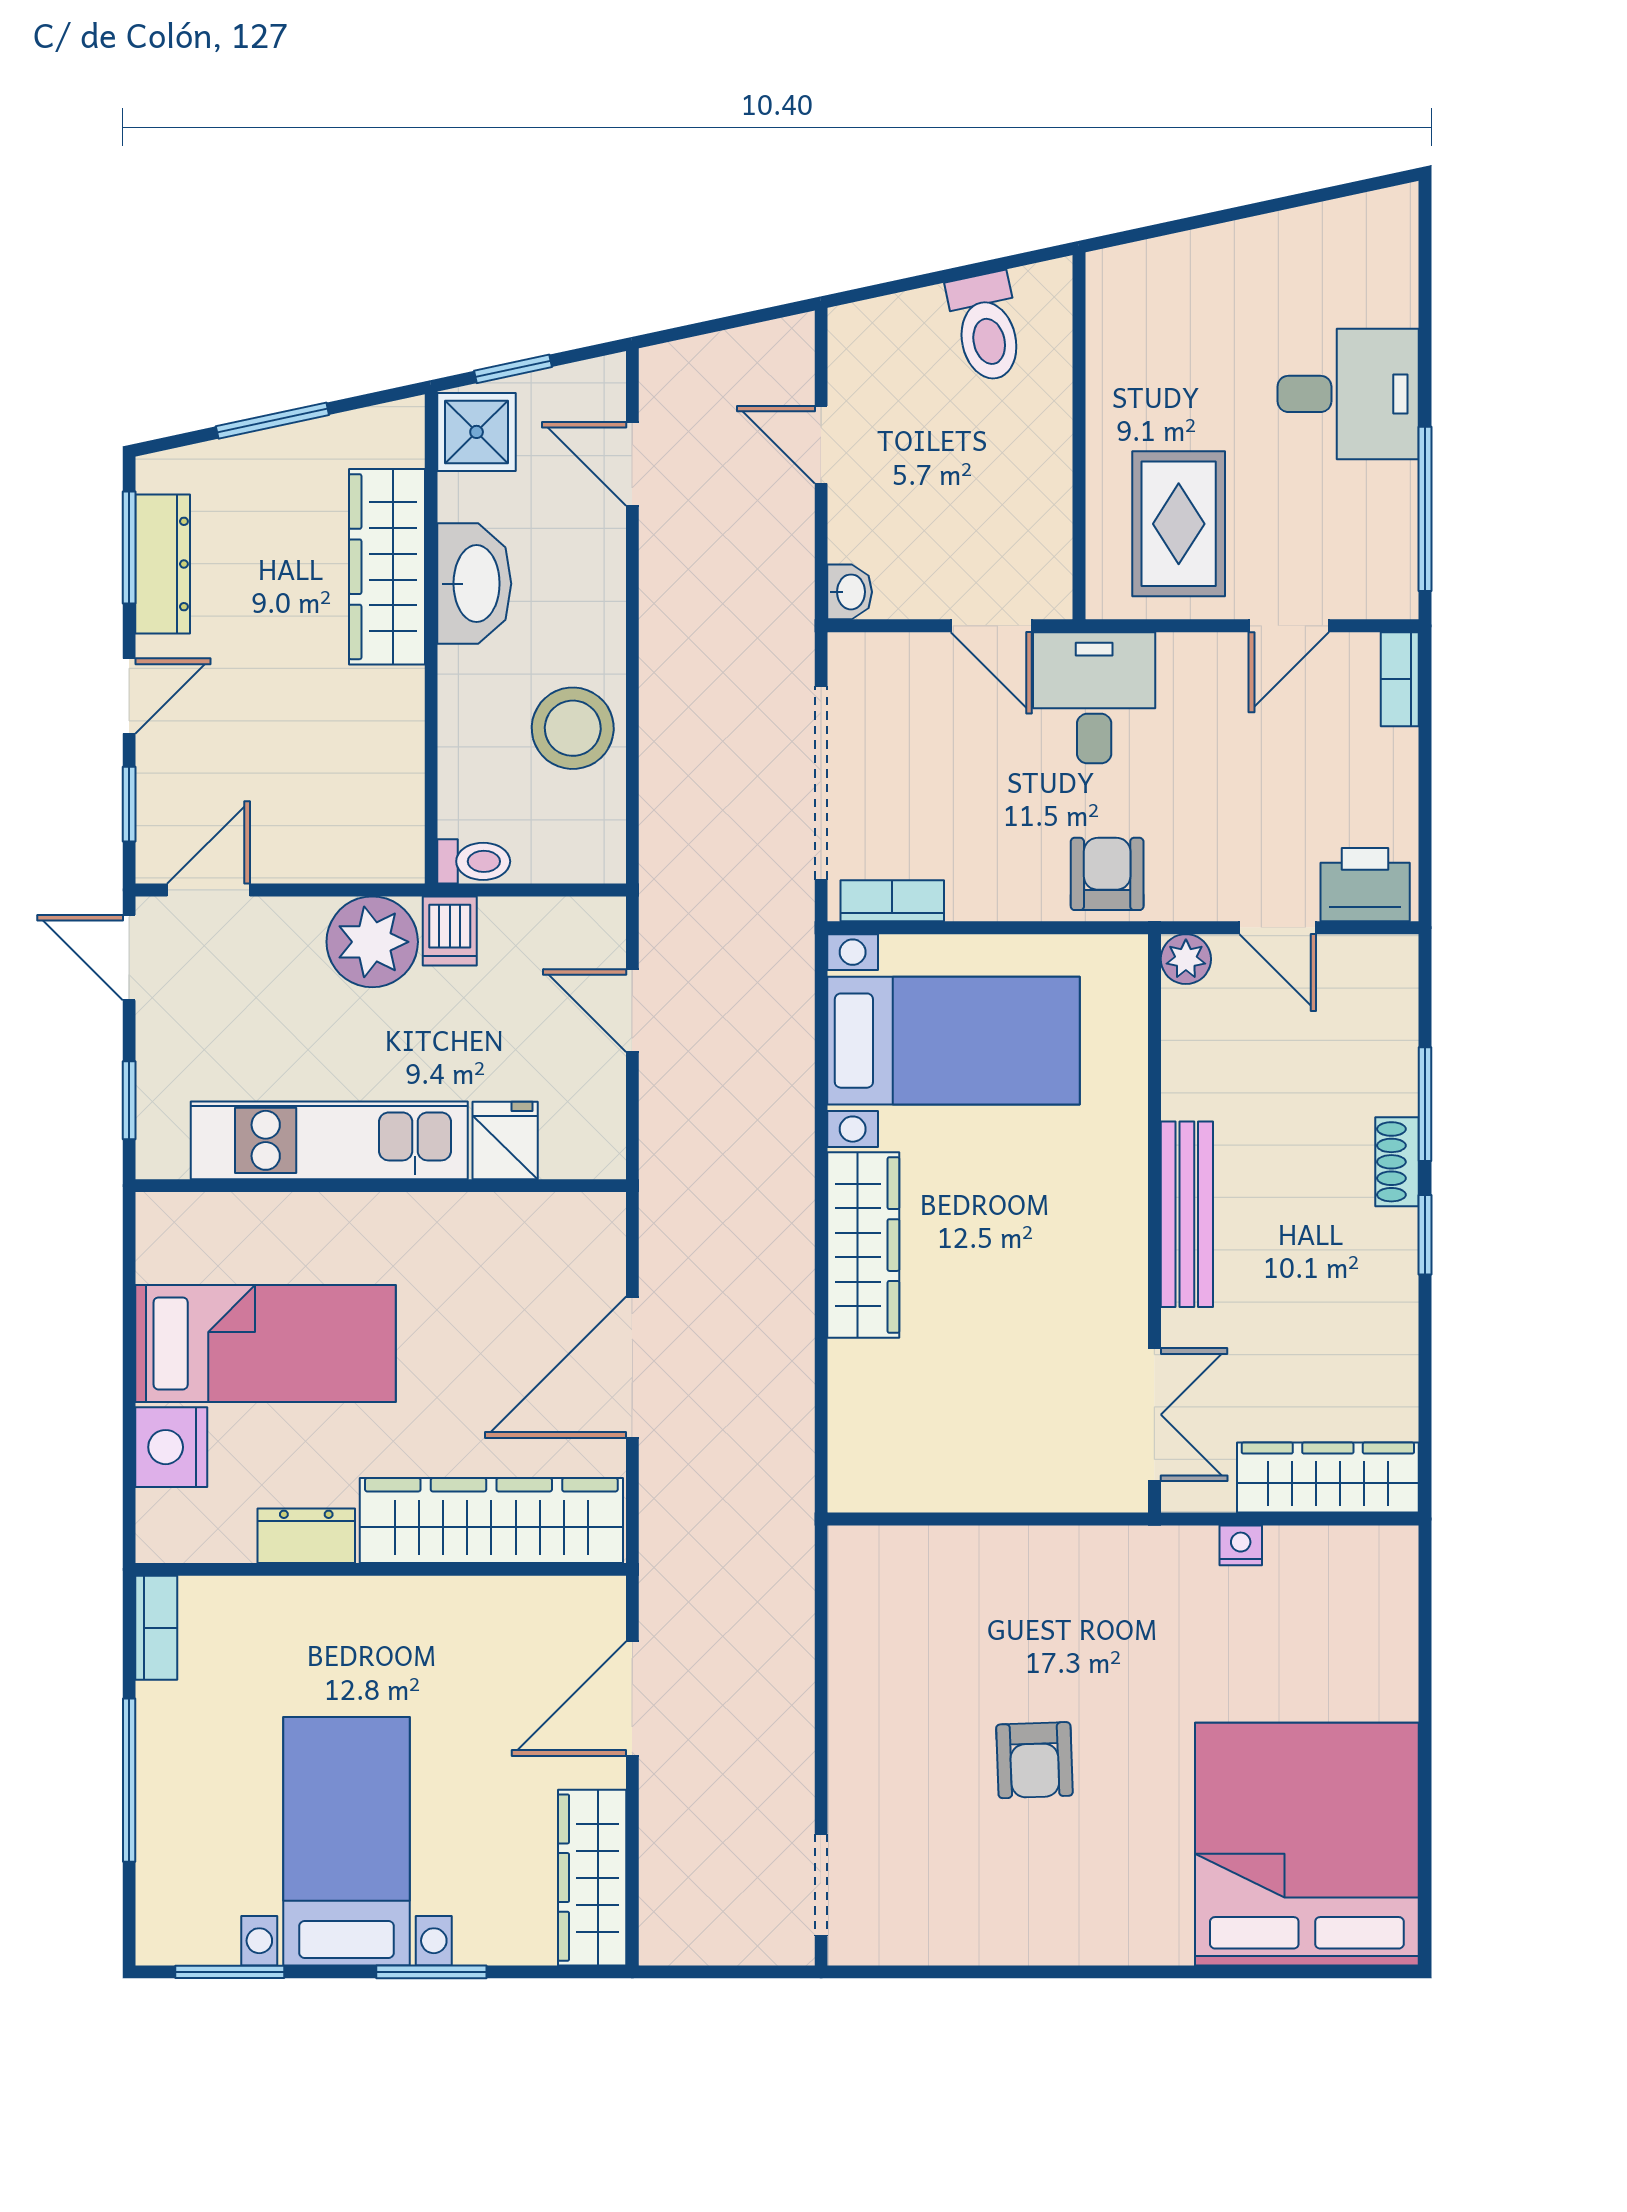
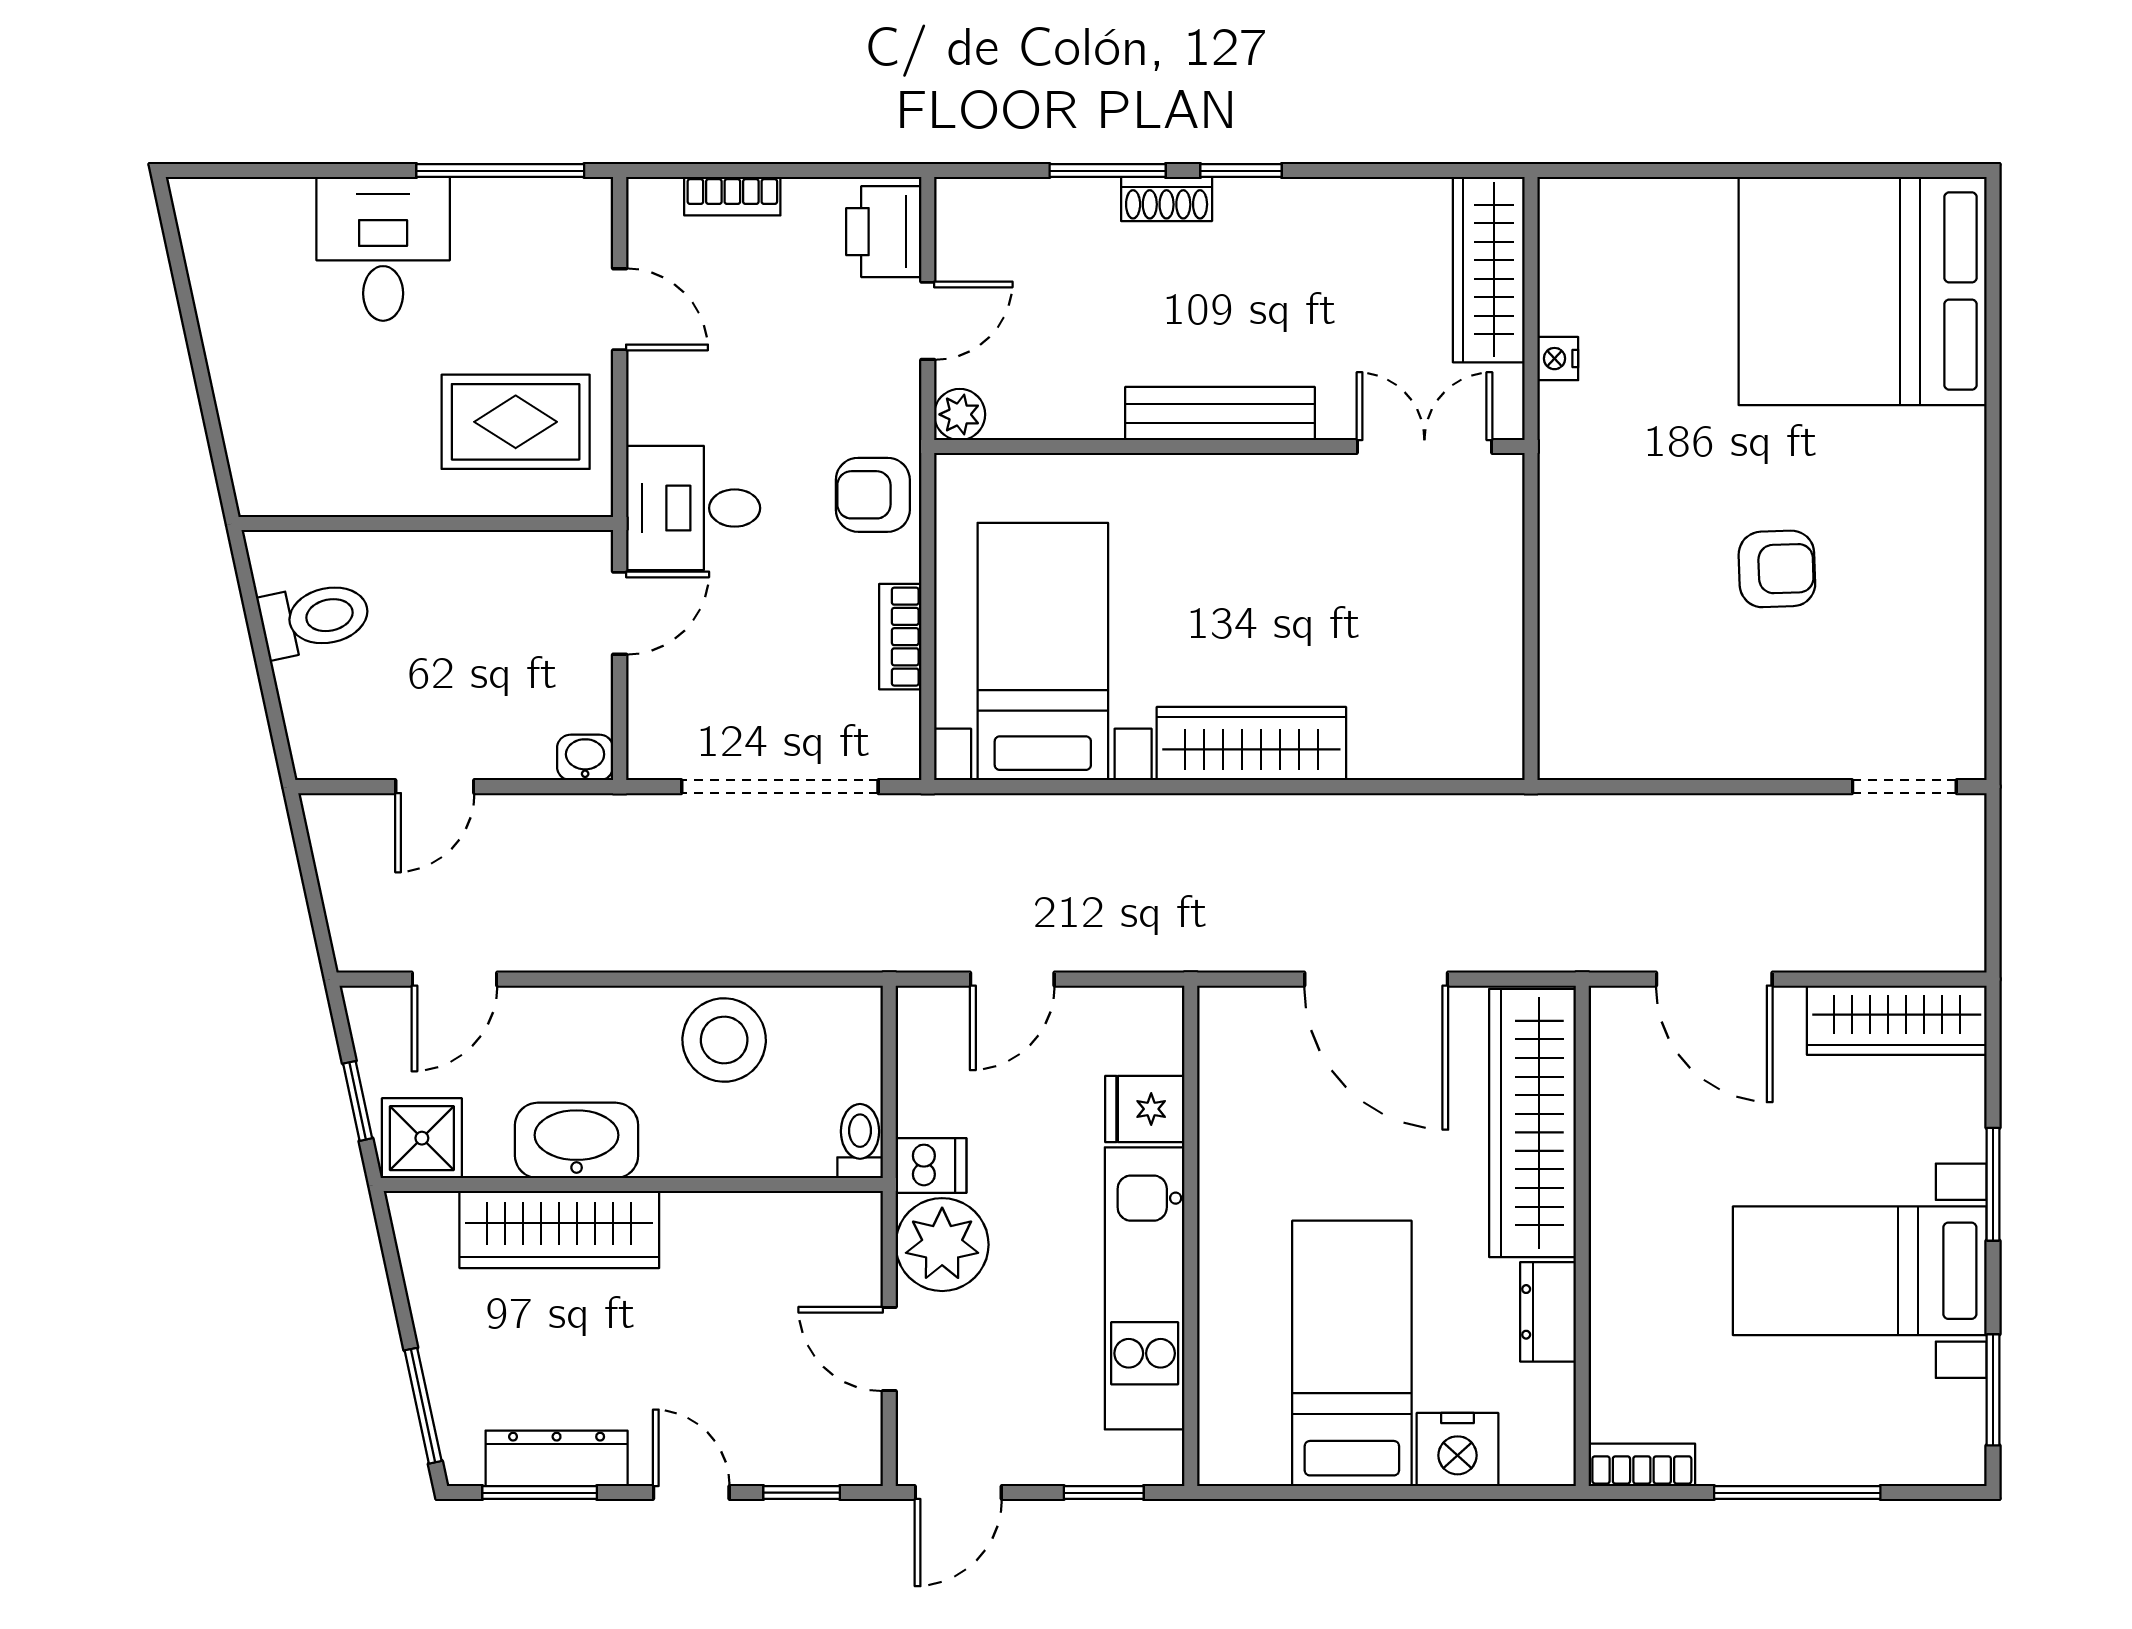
window: (272, 421) -> (423, 1406), moved
bookcase: (1400, 679) -> (732, 196), moved
door: (209, 890) -> (889, 1349), moved
bookcase: (892, 901) -> (900, 637), moved

